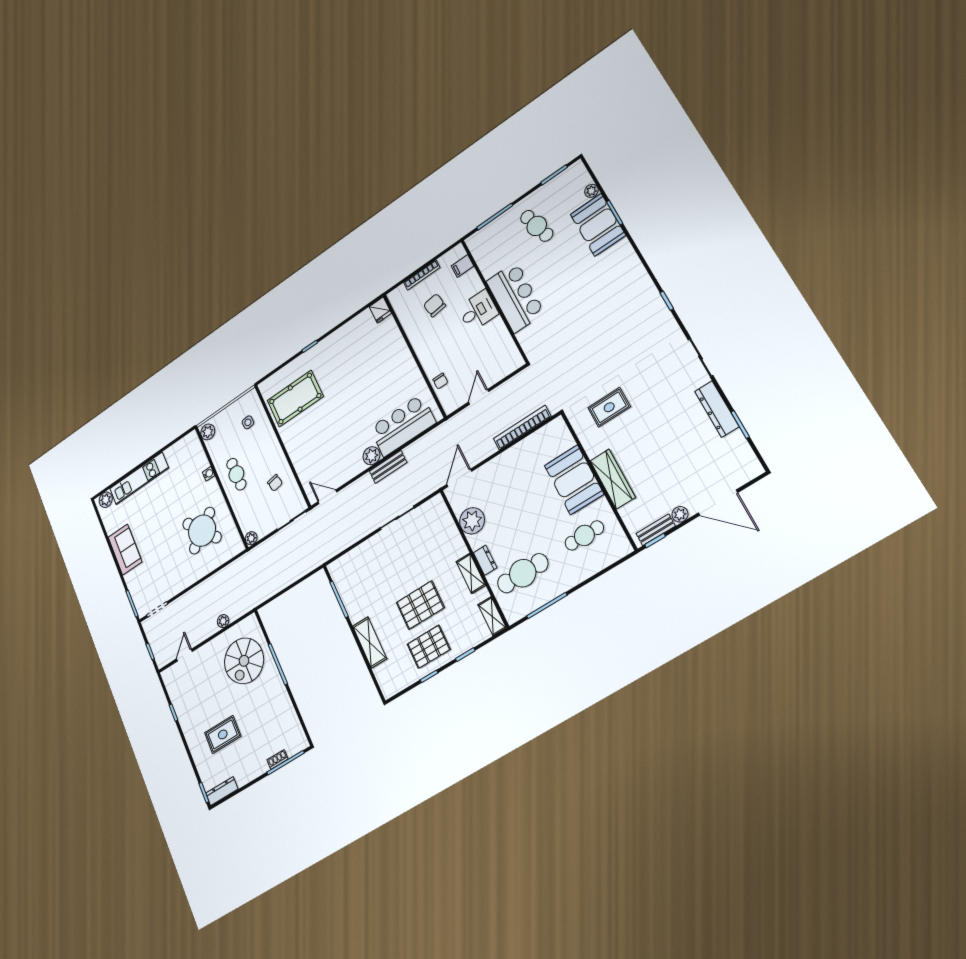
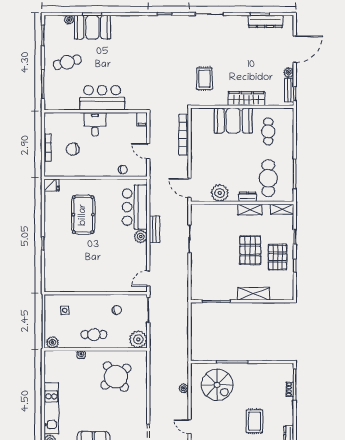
filing cabinet: (462, 266) -> (142, 119), moved
pool table: (295, 399) -> (83, 215), moved
dresser: (717, 409) -> (266, 21), moved
plant: (251, 538) -> (138, 339), width x1.88, depth x1.88

